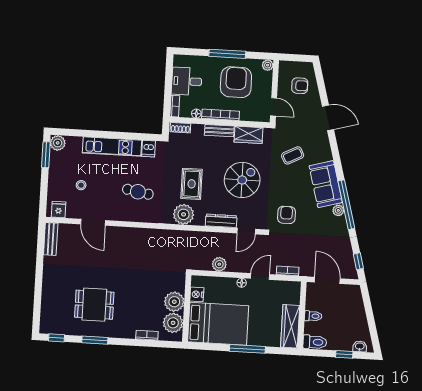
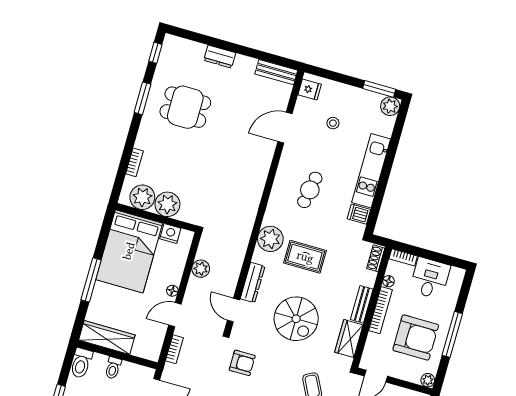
door: (260, 276) -> (175, 315), swing flipped
dresser: (48, 286) -> (220, 57), added
dining table: (94, 305) -> (185, 107), turned 90

